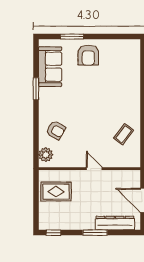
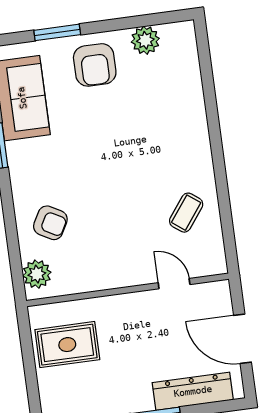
plant: (115, 46) -> (145, 40), added
door: (94, 169) -> (174, 284), moved

